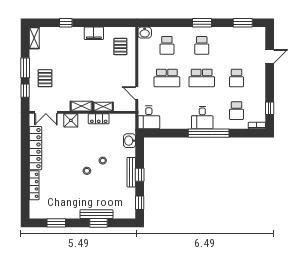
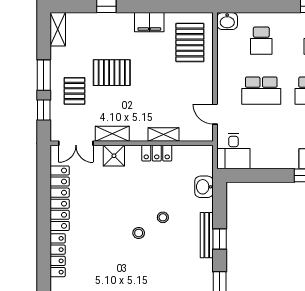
pallet: (120, 47) -> (190, 42), width x1.50, depth x1.42
pallet: (69, 66) -> (112, 73), added
shelving: (81, 106) -> (112, 134), moved

